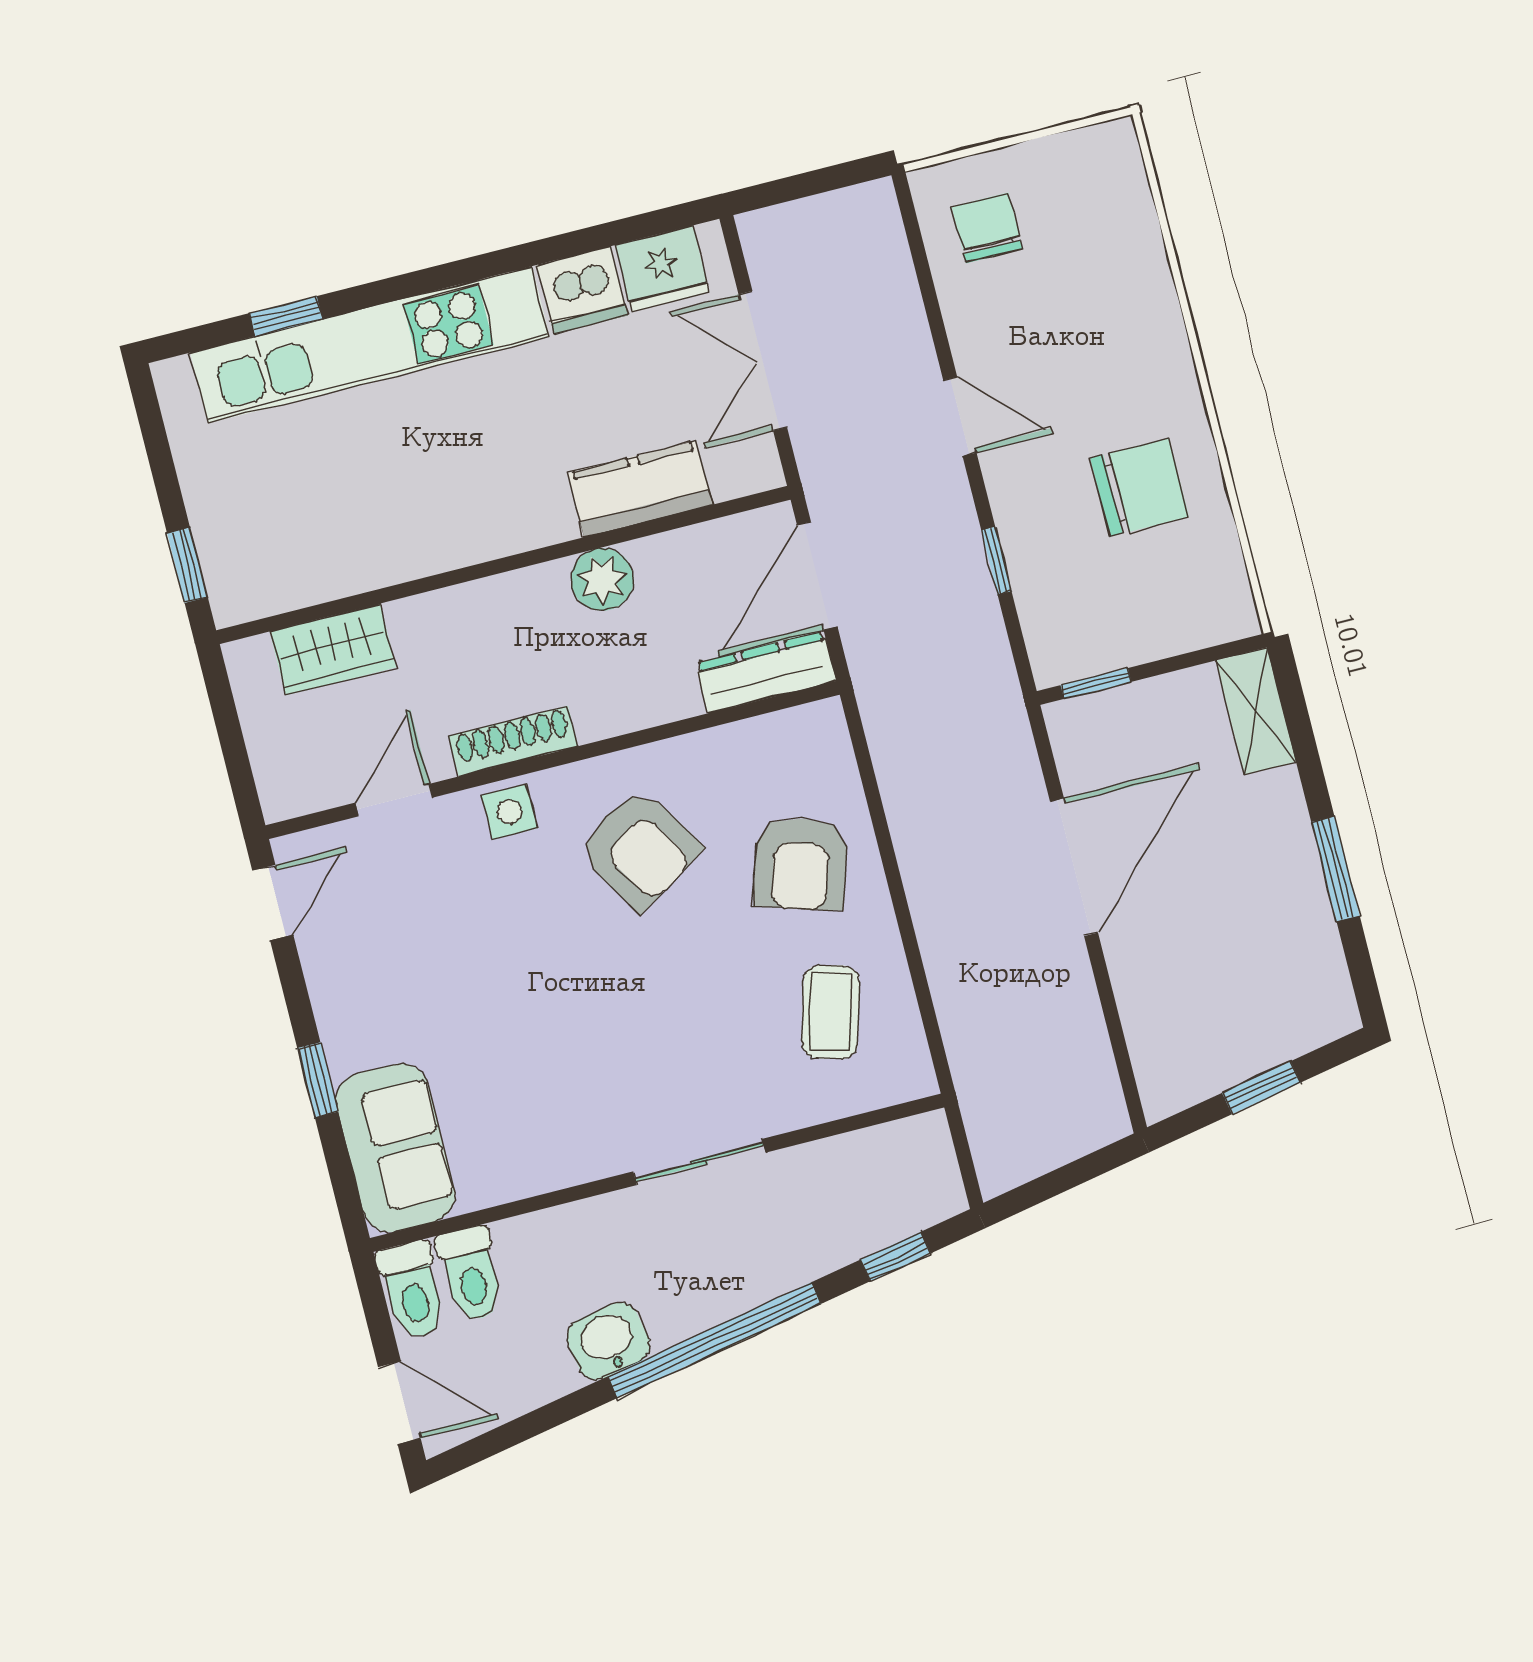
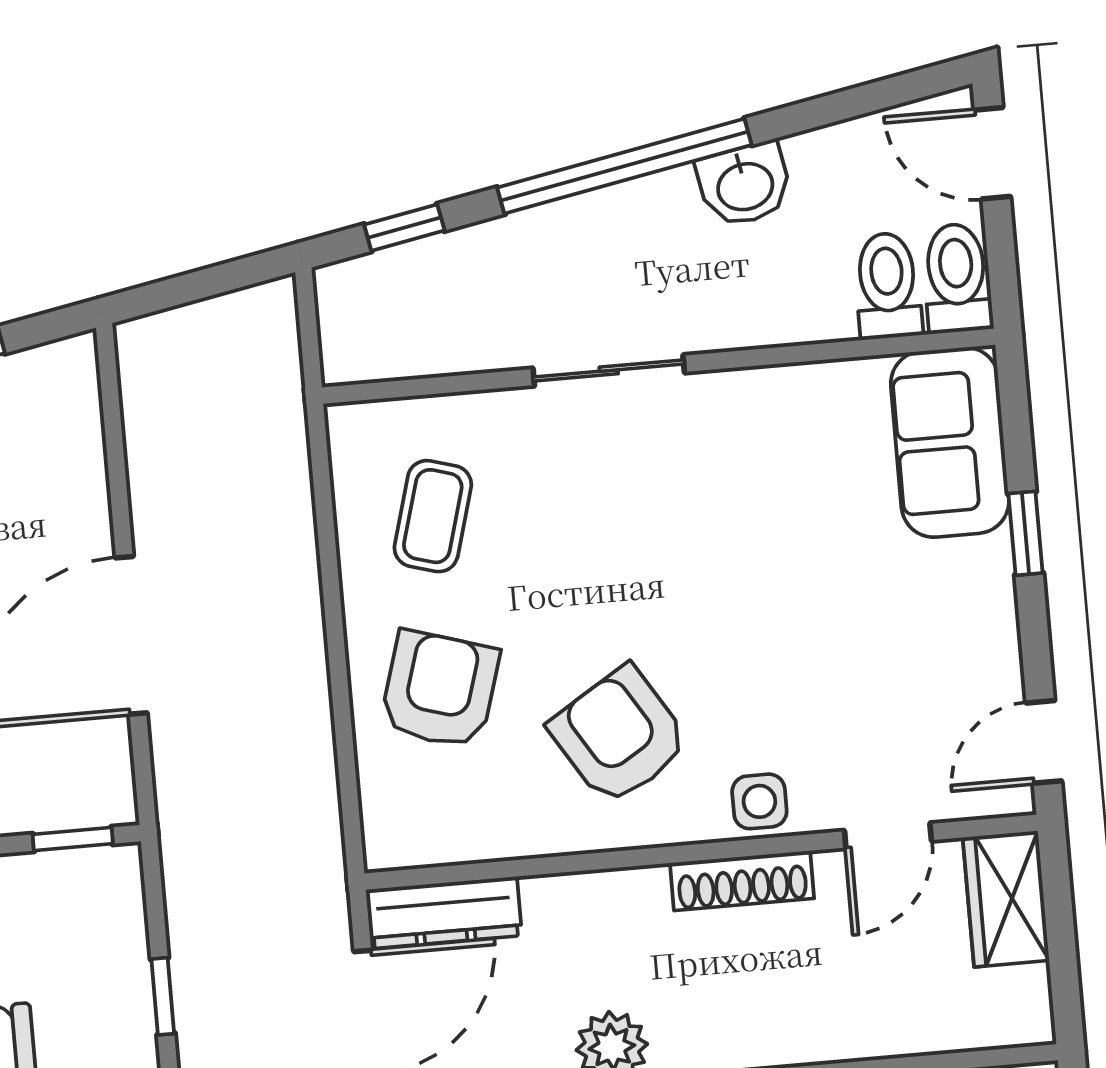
wardrobe: (333, 649) -> (1006, 899), moved, turned -90

